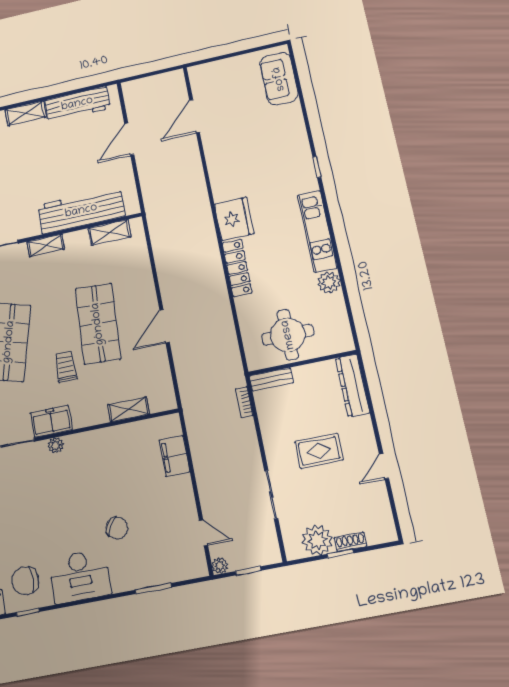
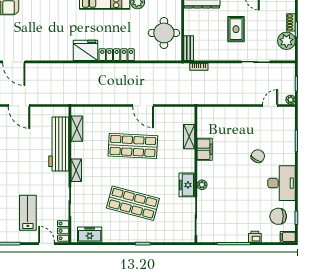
trolley: (66, 367) -> (155, 170), removed
filing cabinet: (174, 456) -> (205, 149), moved, turned -90
chair: (25, 581) -> (278, 216), turned 90

